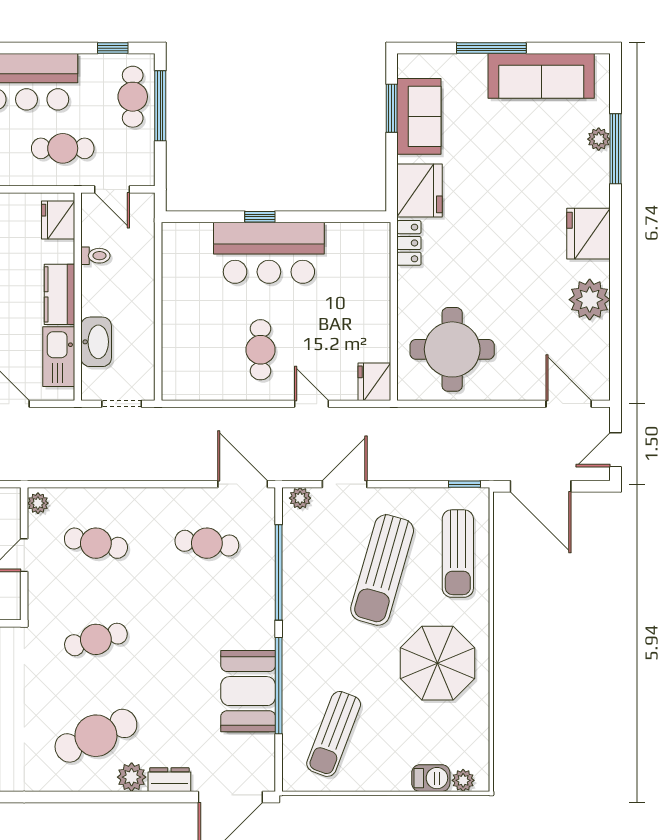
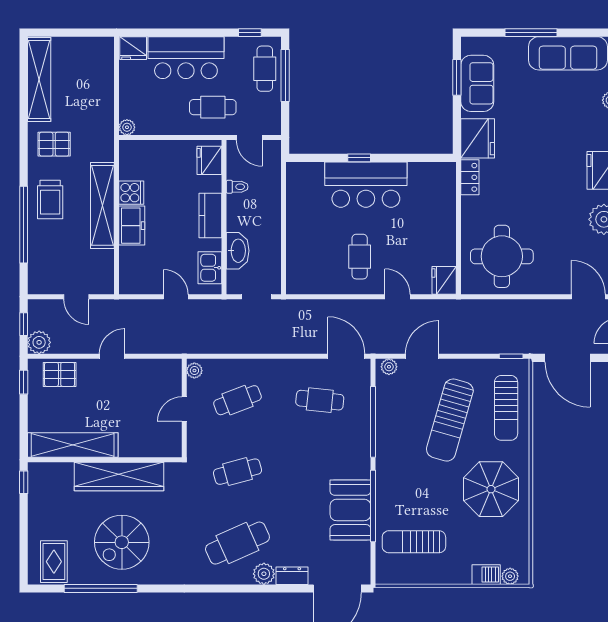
kitchen sink: (59, 357) -> (210, 268), width x0.73
cafe table: (96, 543) -> (237, 400), turned -33
sun lounger: (334, 734) -> (414, 542), turned 69

